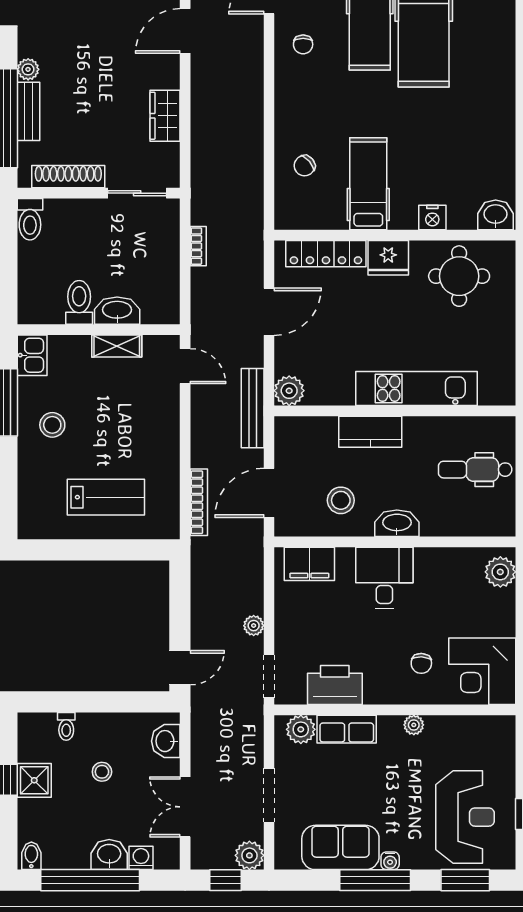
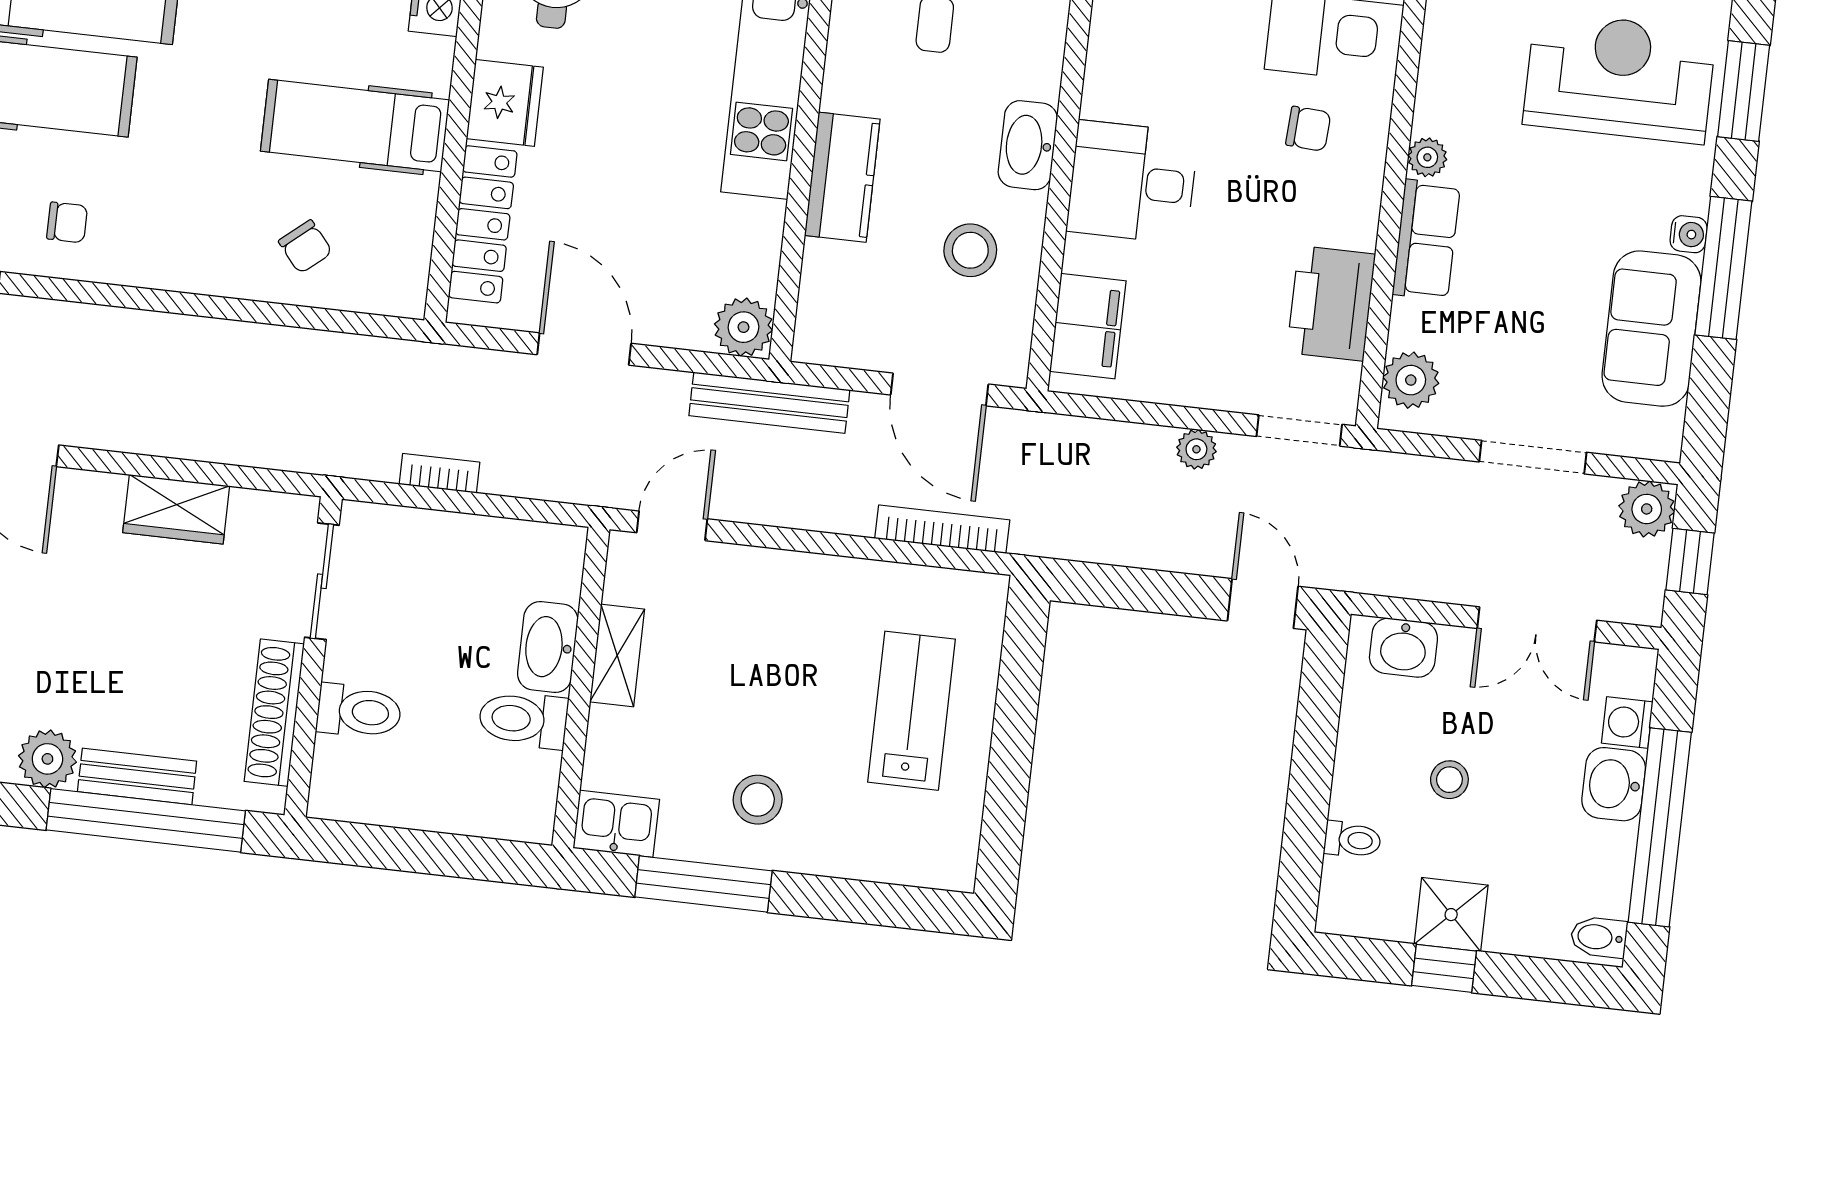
plant: (28, 69) -> (47, 759), width x1.38, depth x1.38
toilet: (30, 219) -> (359, 711), moved
row of seats: (347, 729) -> (1426, 240), moved

